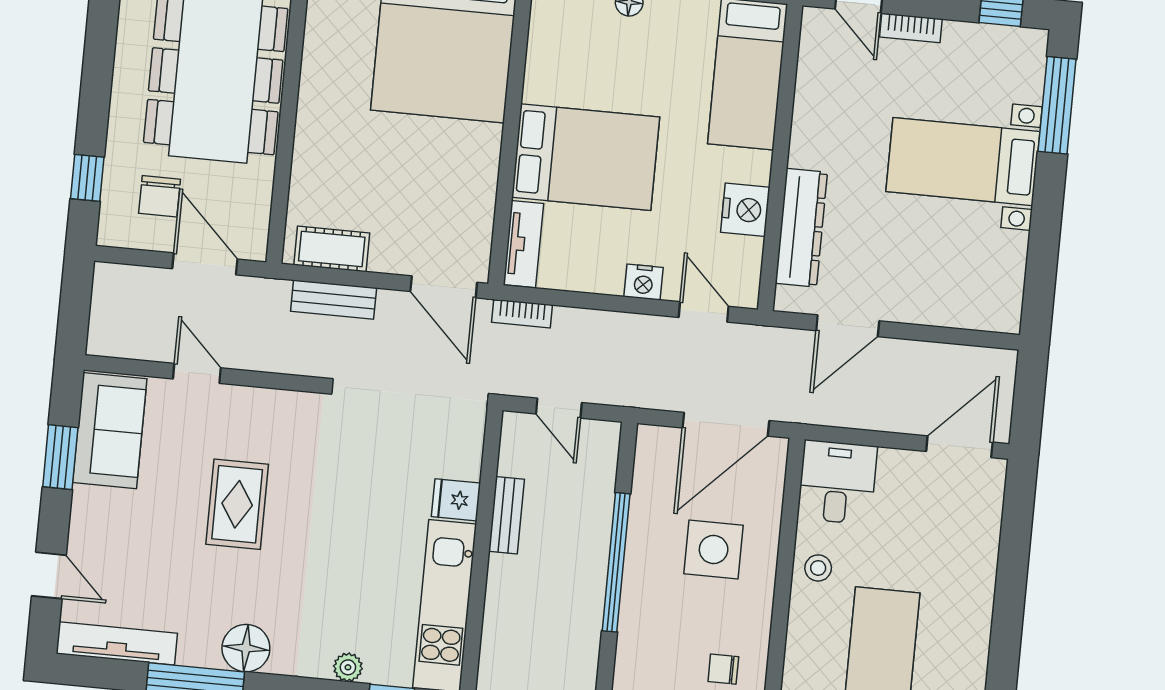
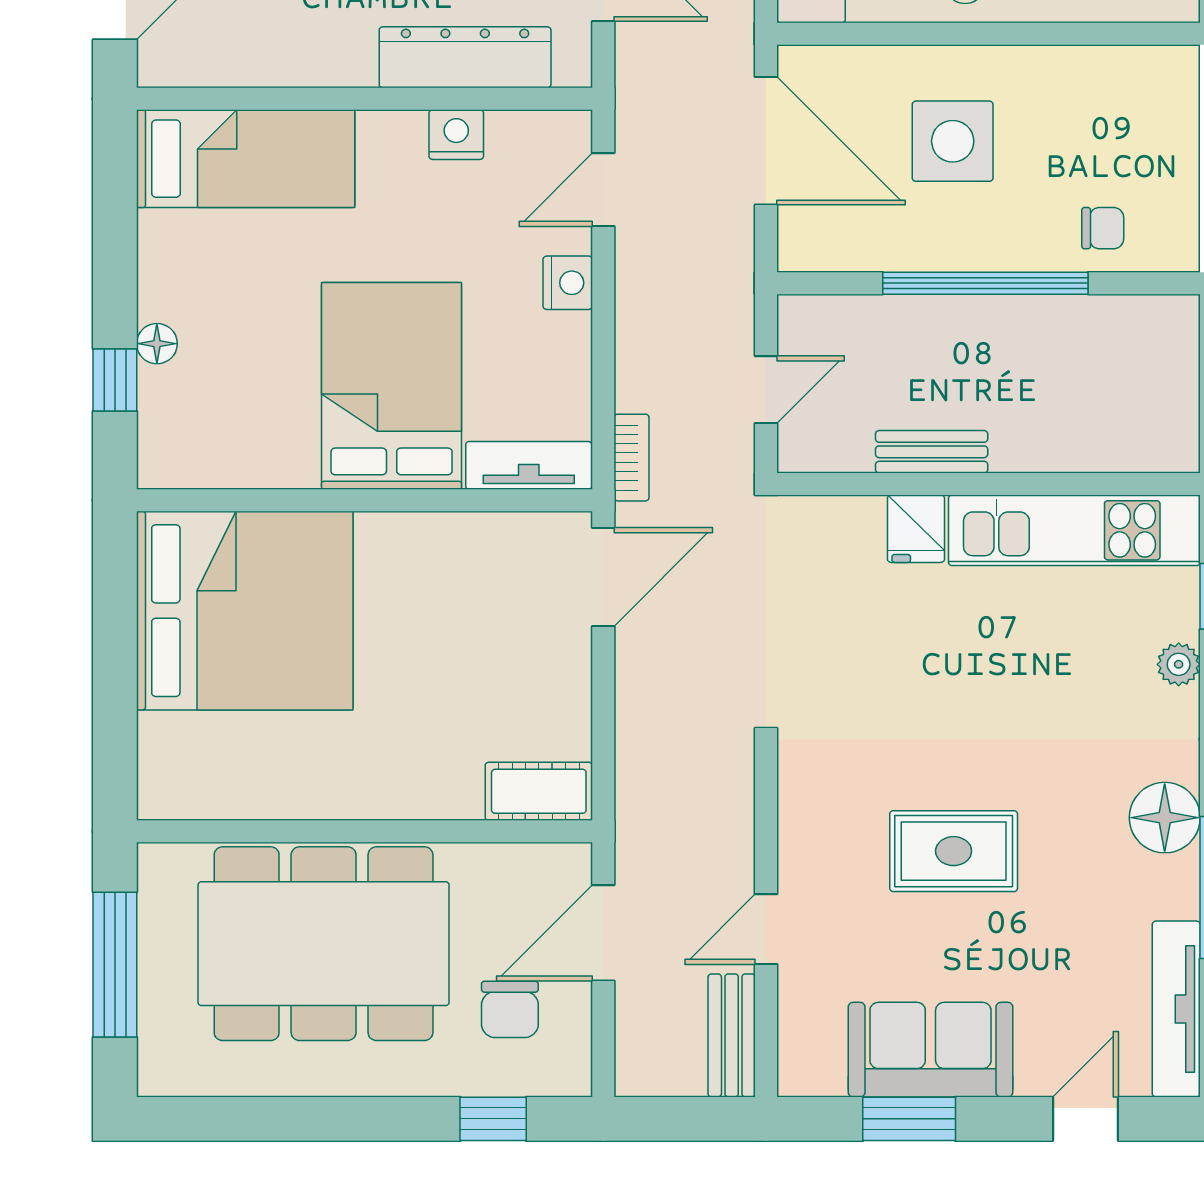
chair: (160, 196) -> (510, 1009), turned 90
nightstand: (745, 210) -> (456, 135), width x0.74, depth x0.75
cot: (332, 249) -> (539, 791), moved, turned 90
bench: (334, 300) -> (732, 1035), moved
sofa: (110, 431) -> (930, 1050), moved
chair: (723, 669) -> (1103, 228), moved, turned -90

